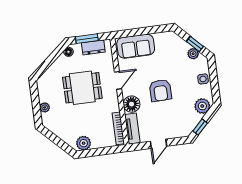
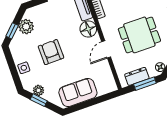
sofa: (136, 46) -> (78, 92), moved
armchair: (160, 90) -> (51, 52), moved
plant: (202, 106) -> (26, 27), moved
window: (200, 127) -> (12, 31), moved

